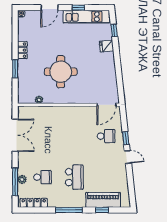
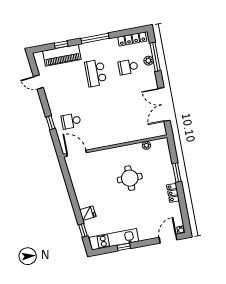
door: (49, 8) -> (168, 239), moved
round table: (61, 72) -> (130, 178), width x0.73, depth x0.73
door: (107, 105) -> (77, 153), hinge flipped
door: (128, 157) -> (38, 82), moved

